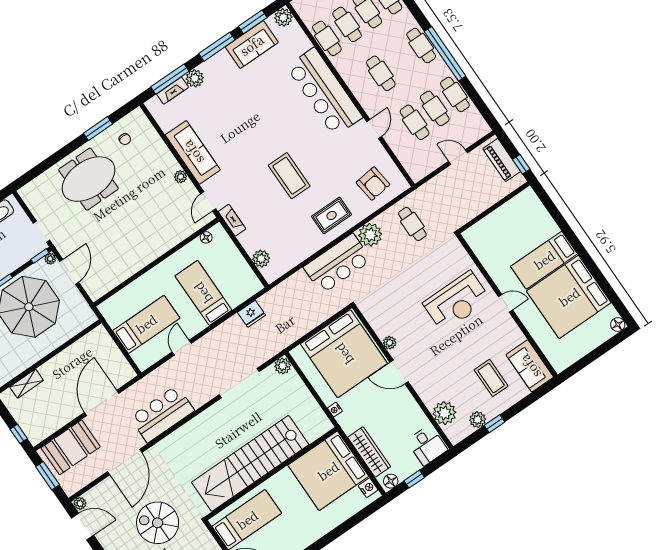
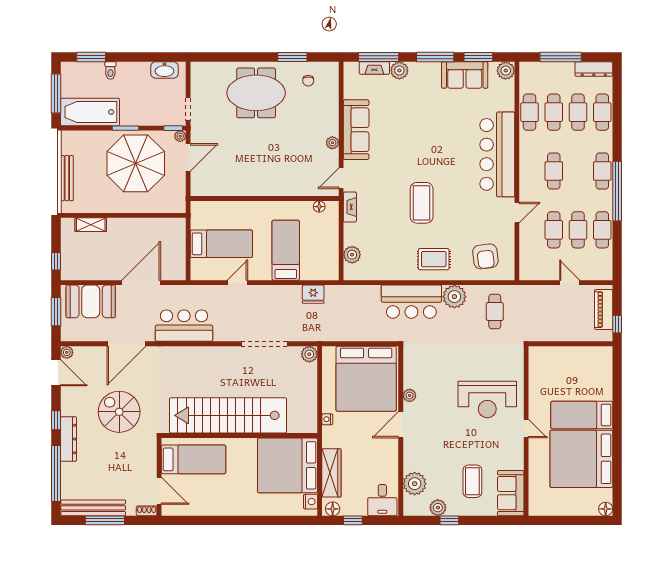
door: (399, 372) -> (401, 425), hinge flipped

